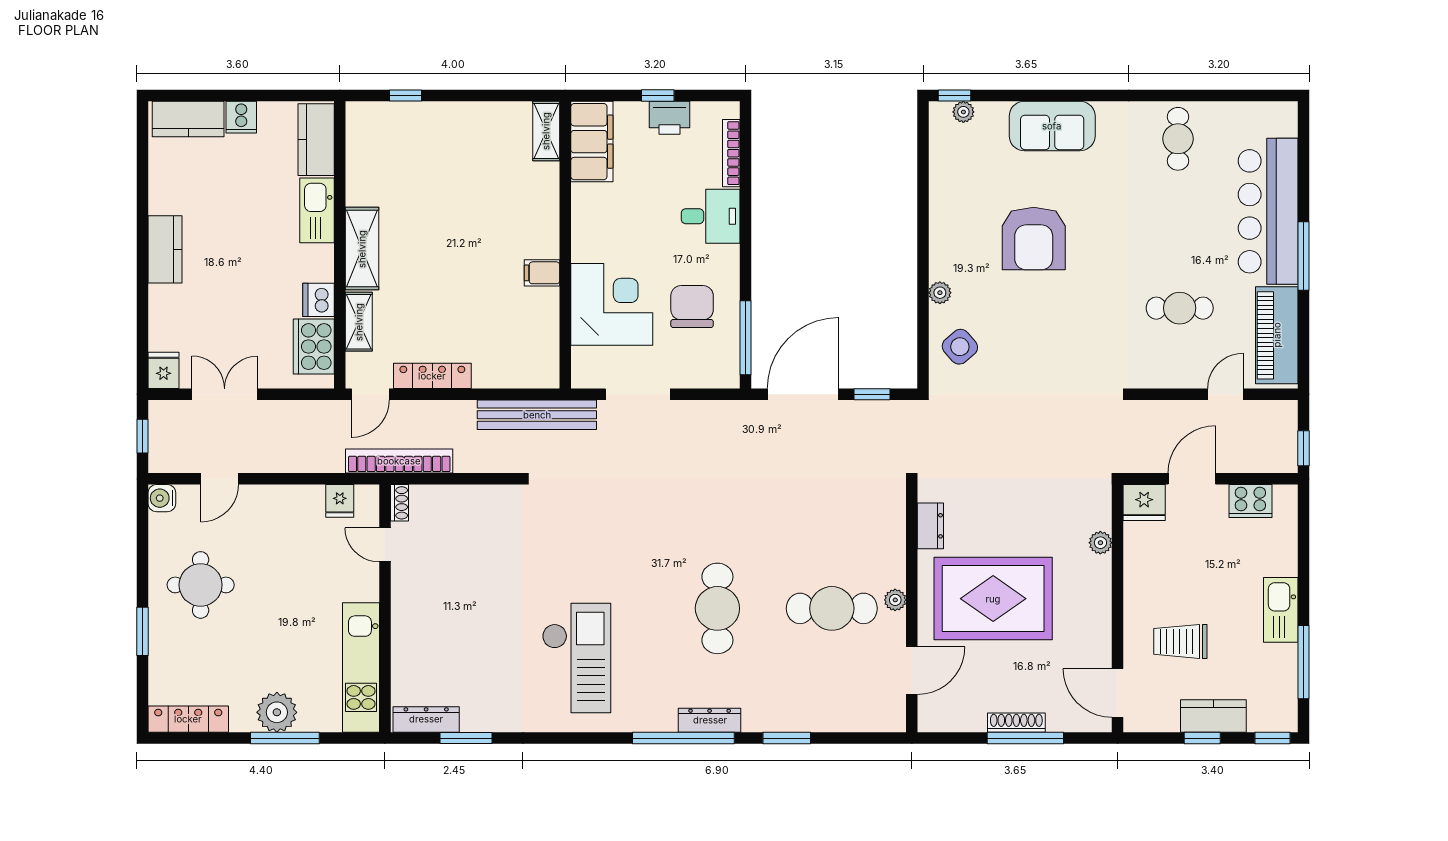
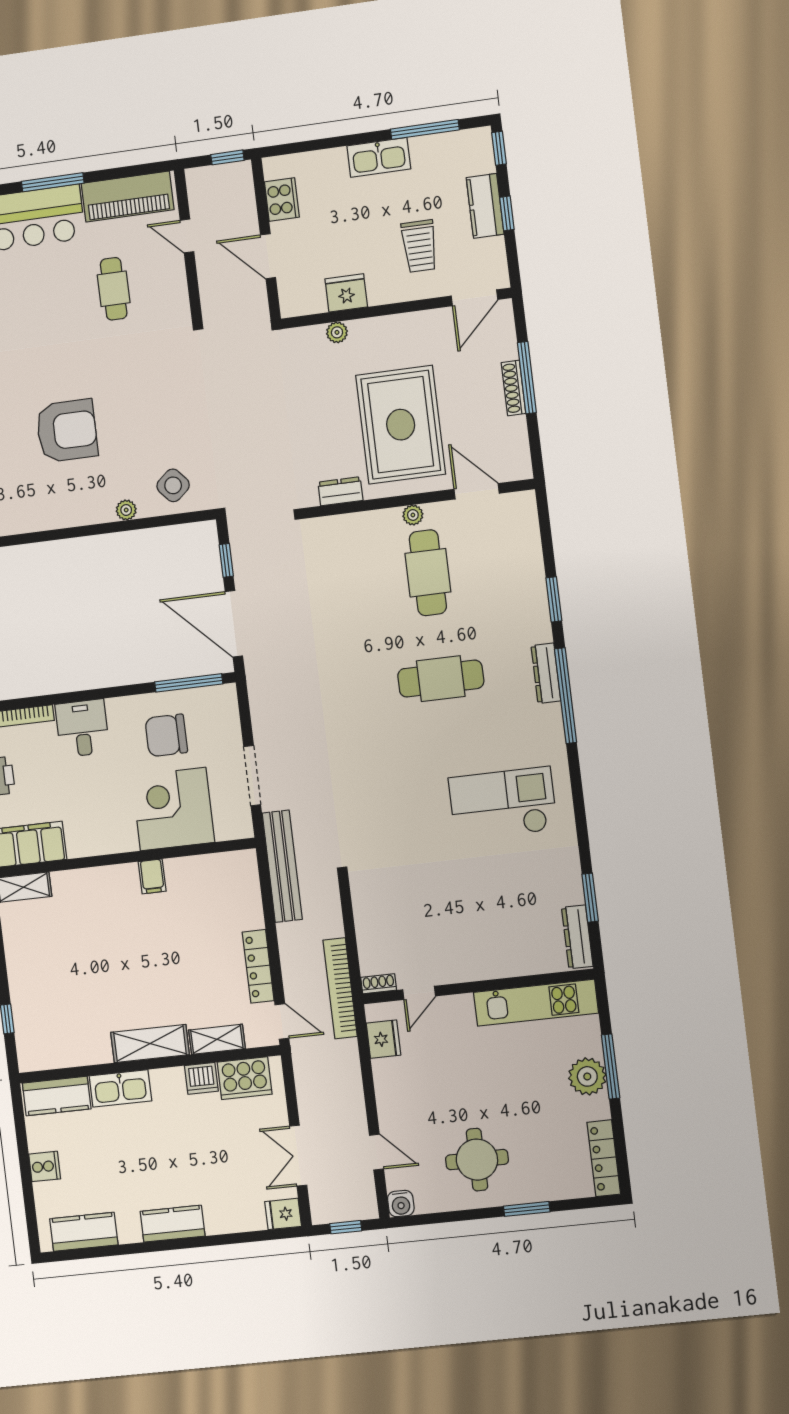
kitchen counter: (188, 119) -> (84, 1232), moved, turned -90
fridge: (340, 501) -> (383, 1039), width x1.38
fridge: (1144, 502) -> (346, 293), moved, turned -90

